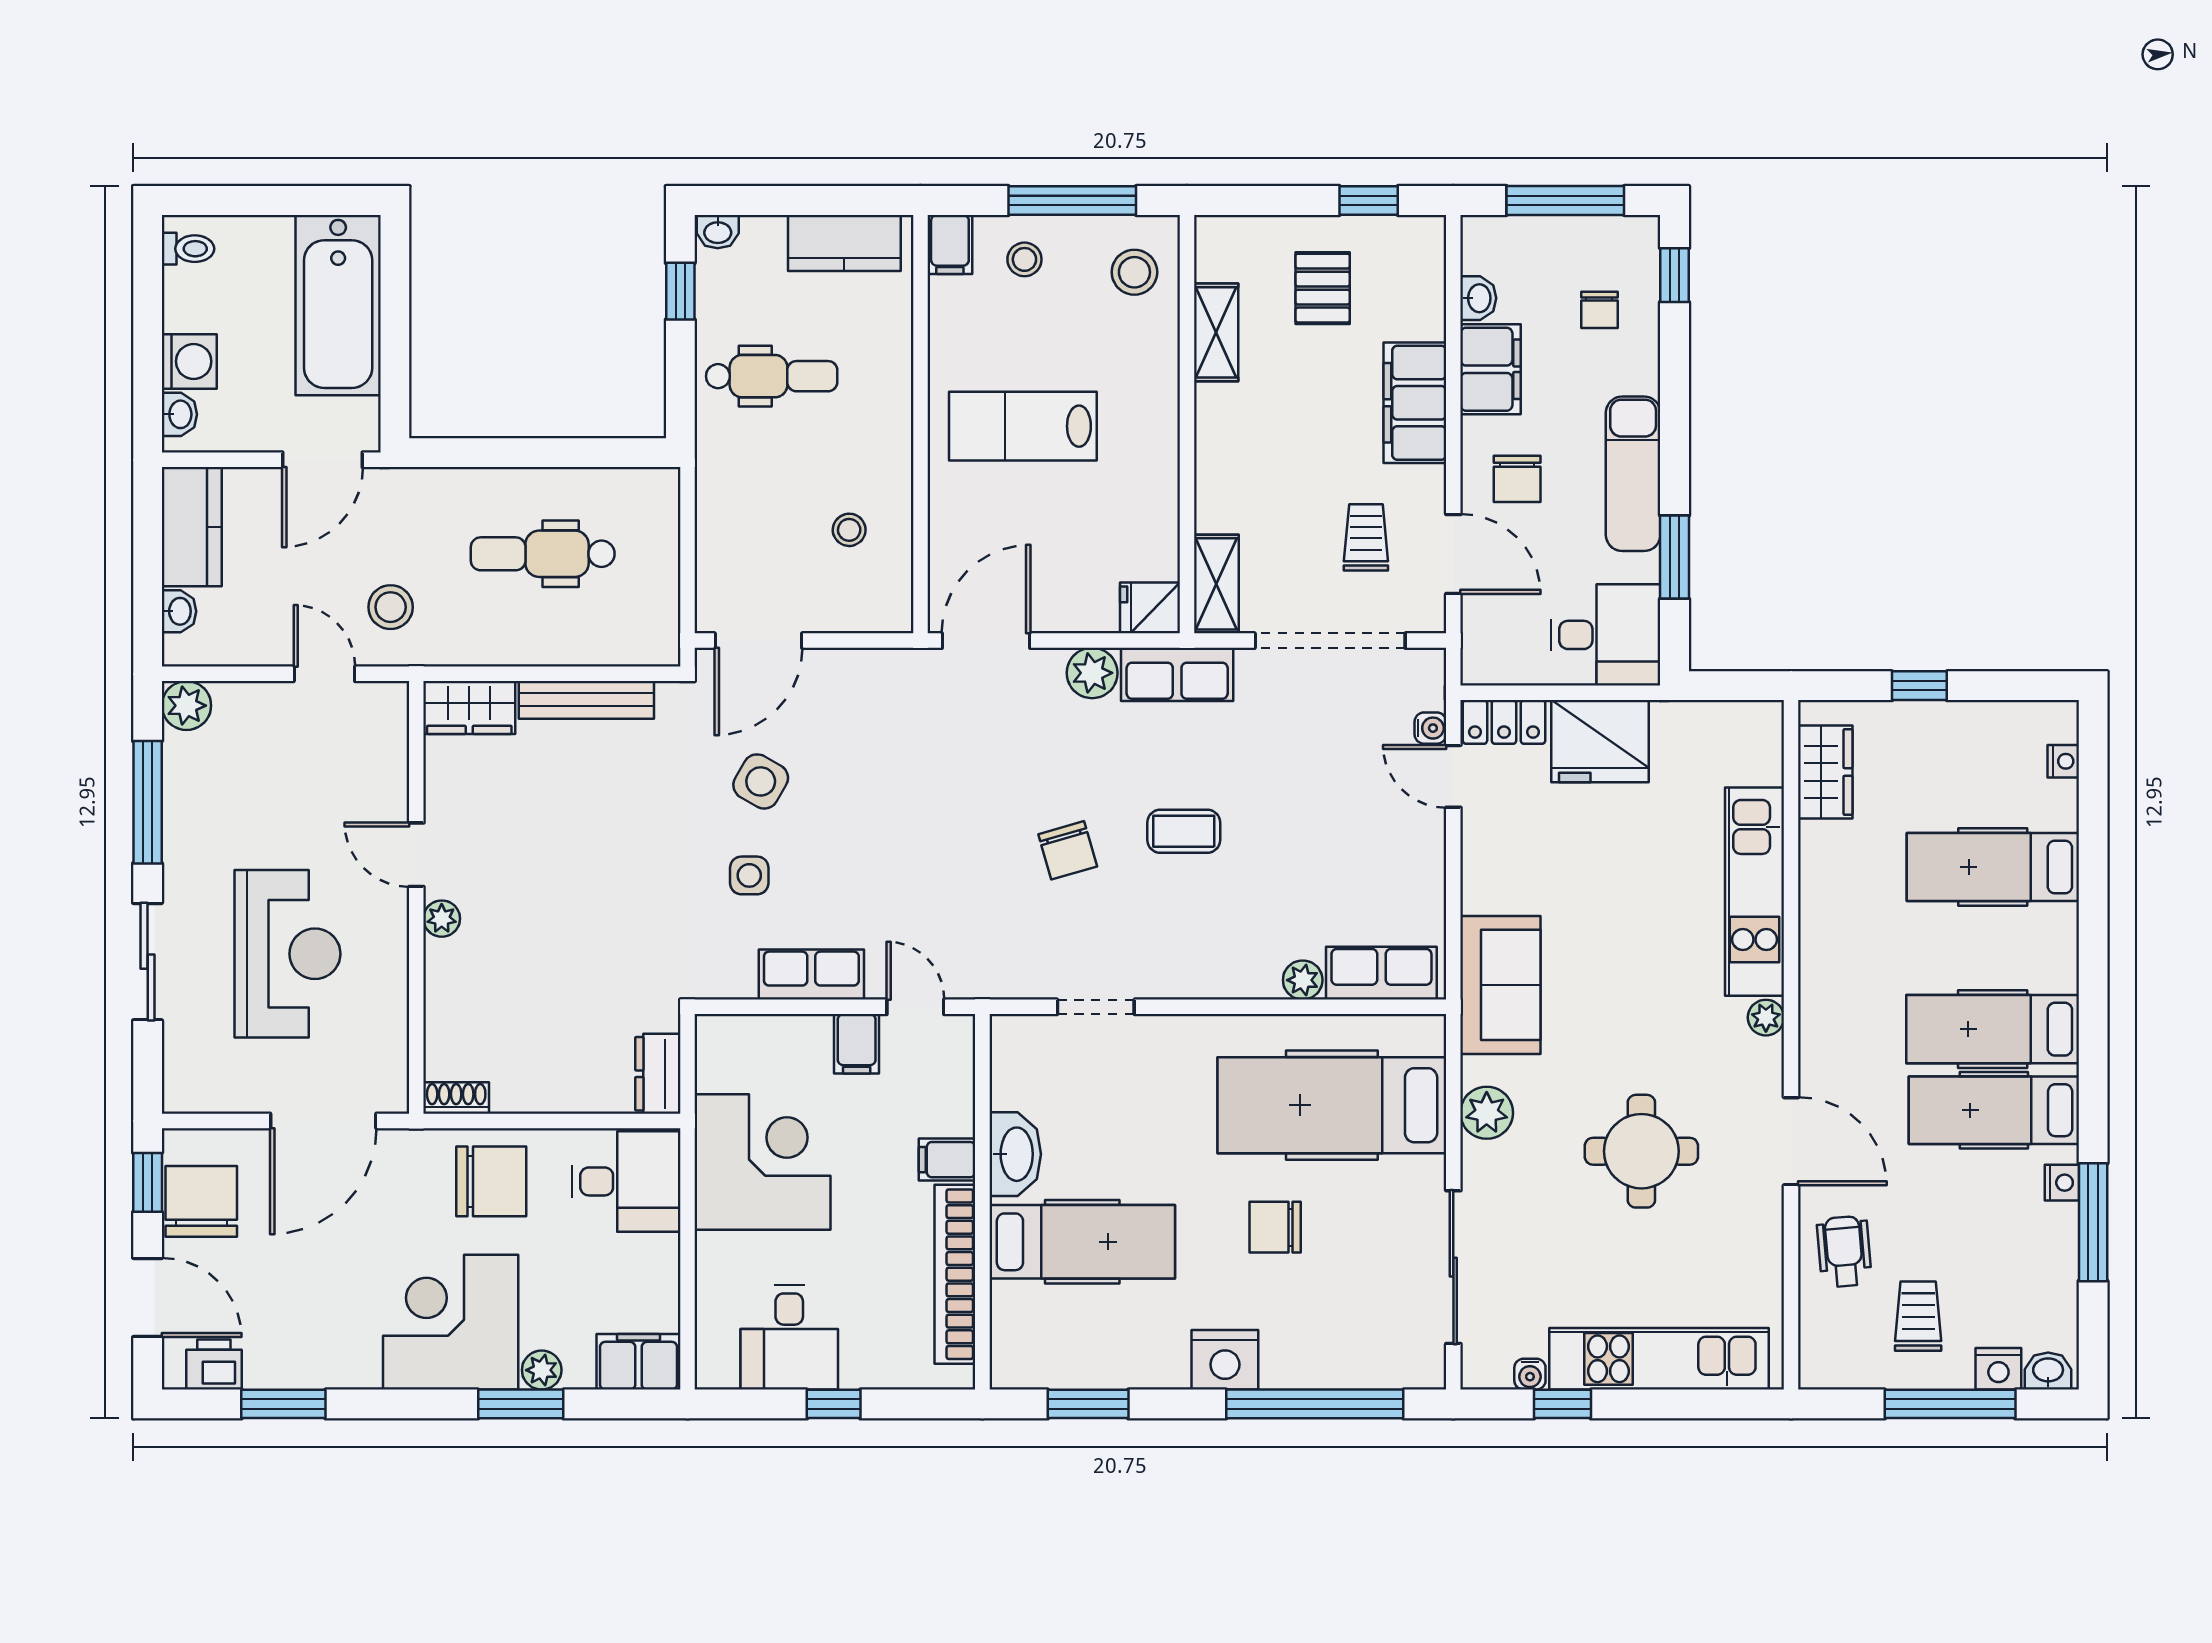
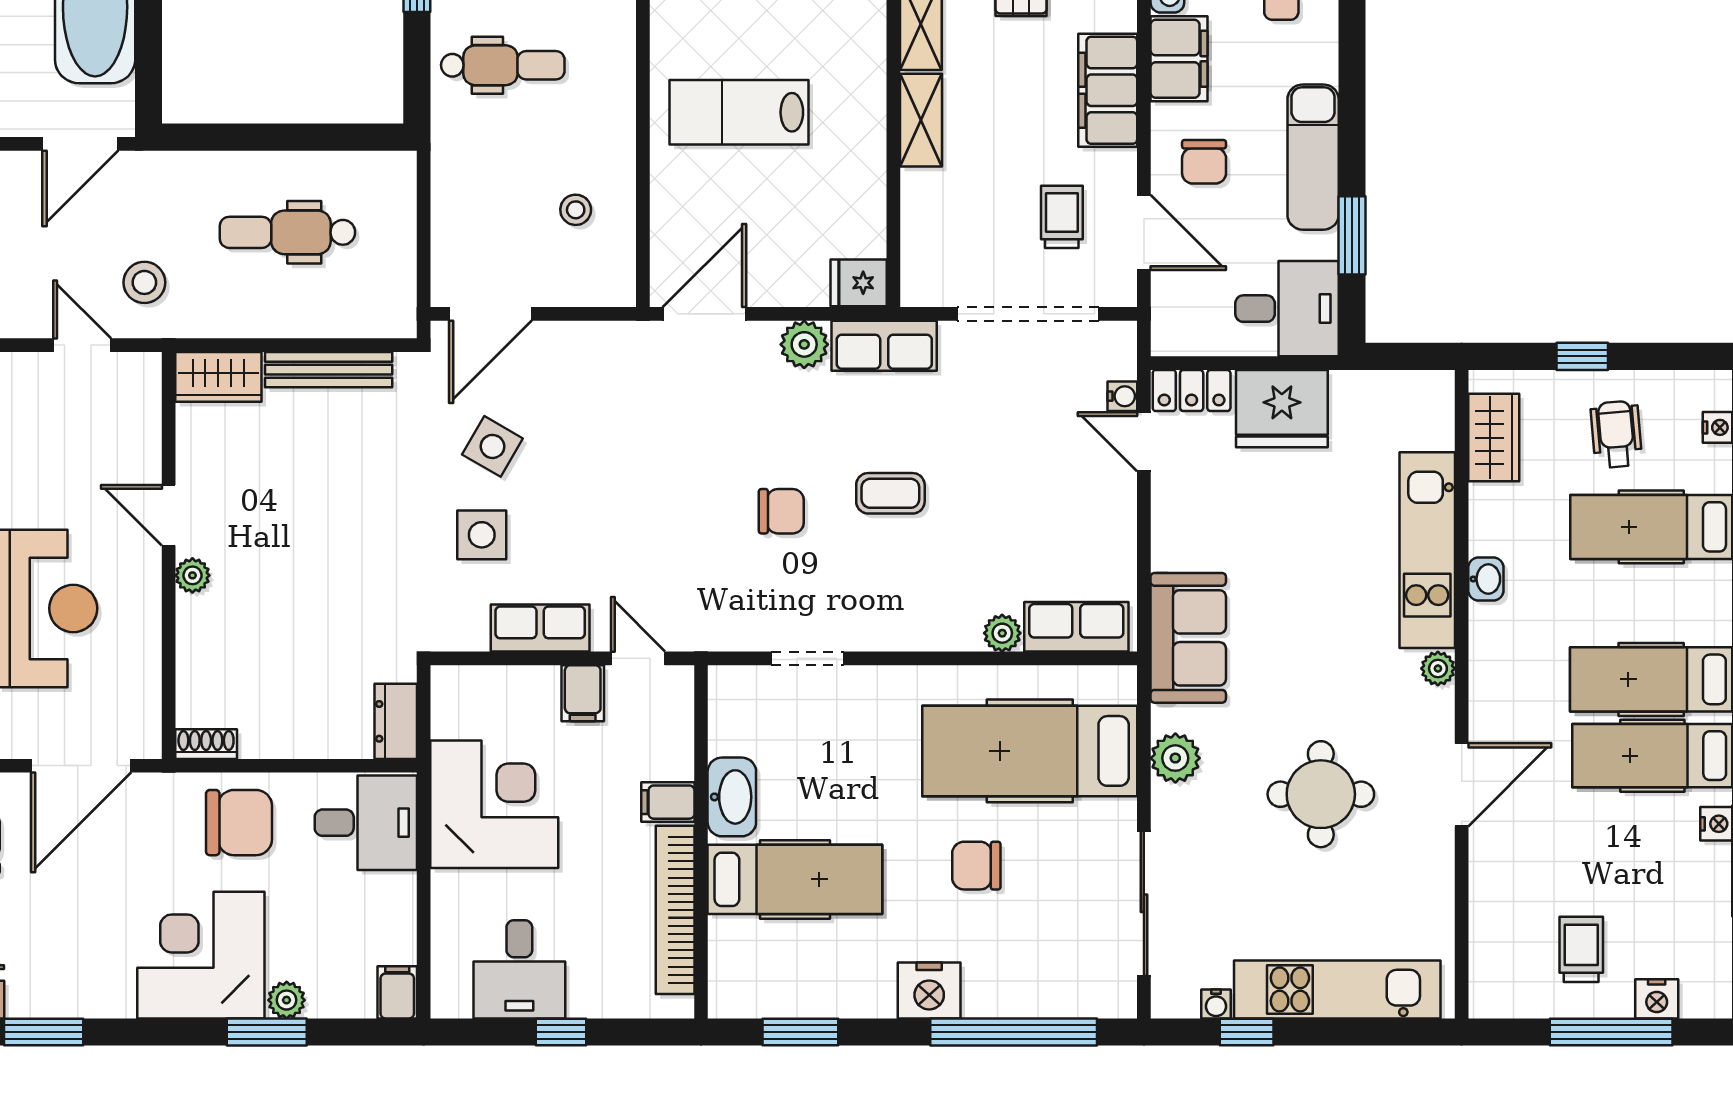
shelving: (1216, 584) -> (921, 120), moved
chair: (1068, 850) -> (781, 511), turned -74
side table: (749, 875) -> (482, 535), width x1.37, depth x1.37
door: (1791, 1141) -> (1462, 785), hinge flipped
wheelchair: (1844, 1251) -> (1616, 434), moved
filing cabinet: (638, 1362) -> (397, 992), width x0.50
washbasin: (2048, 1371) -> (1486, 579), moved, turned 90

